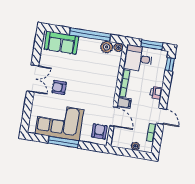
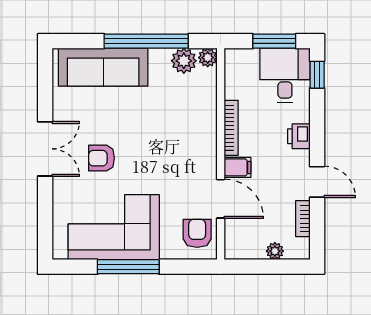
sofa: (61, 43) -> (103, 67), width x1.36
desk: (138, 58) -> (285, 75), moved, turned 90

